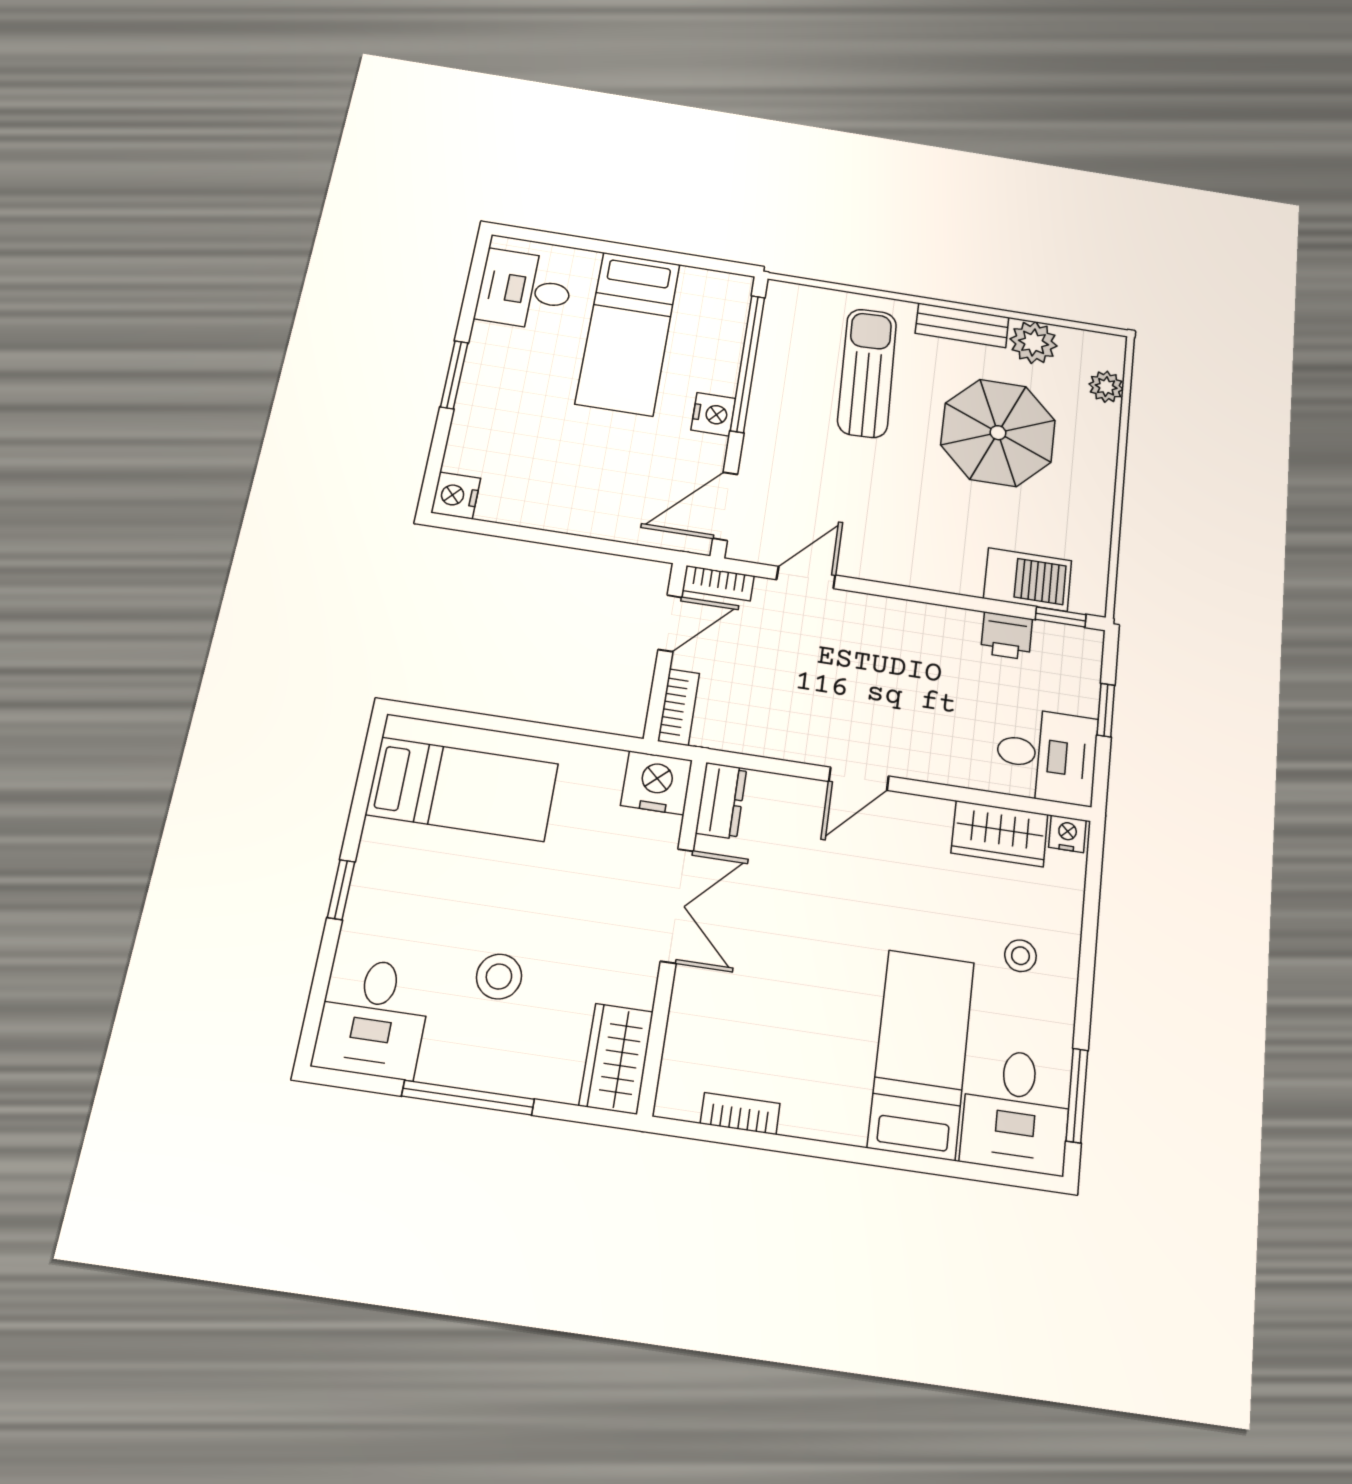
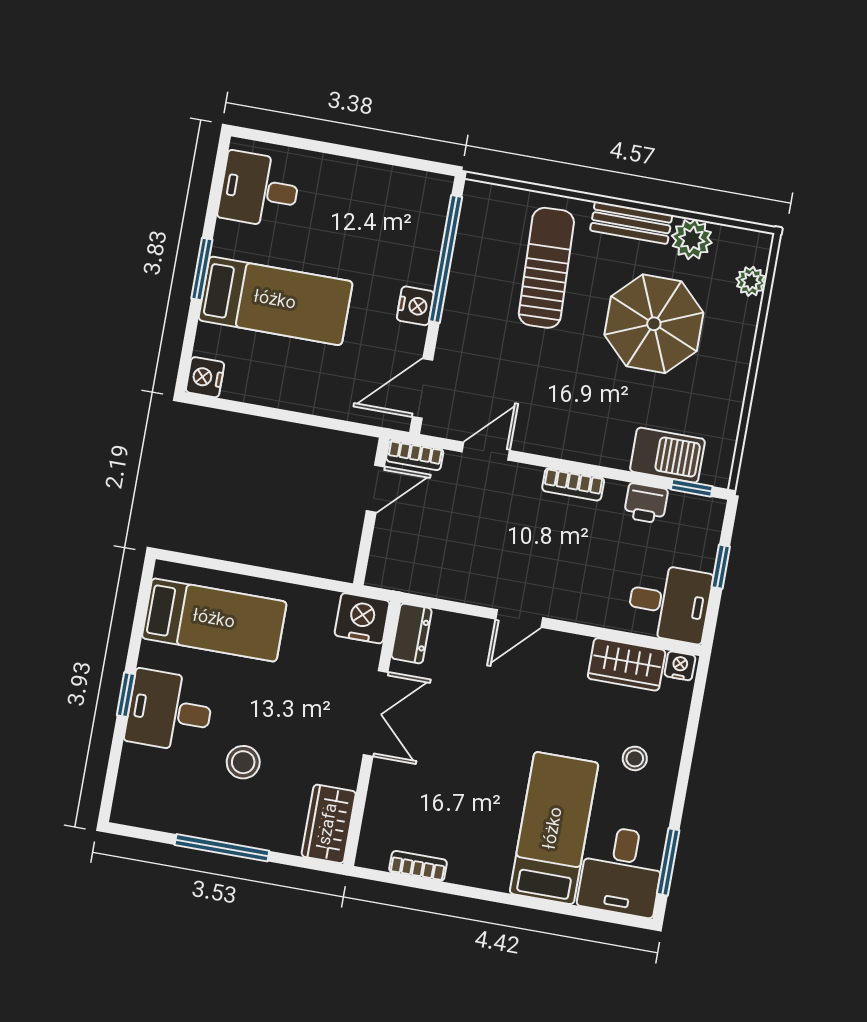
bed: (628, 333) -> (275, 301), moved, turned -90
bookcase: (679, 707) -> (573, 484), moved, turned 90
desk: (373, 1018) -> (170, 711), moved, turned 90

